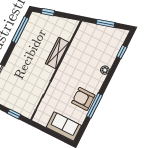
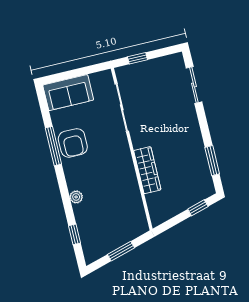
window: (20, 30) -> (212, 161), width x0.69
armchair: (83, 99) -> (73, 143), turned 90

